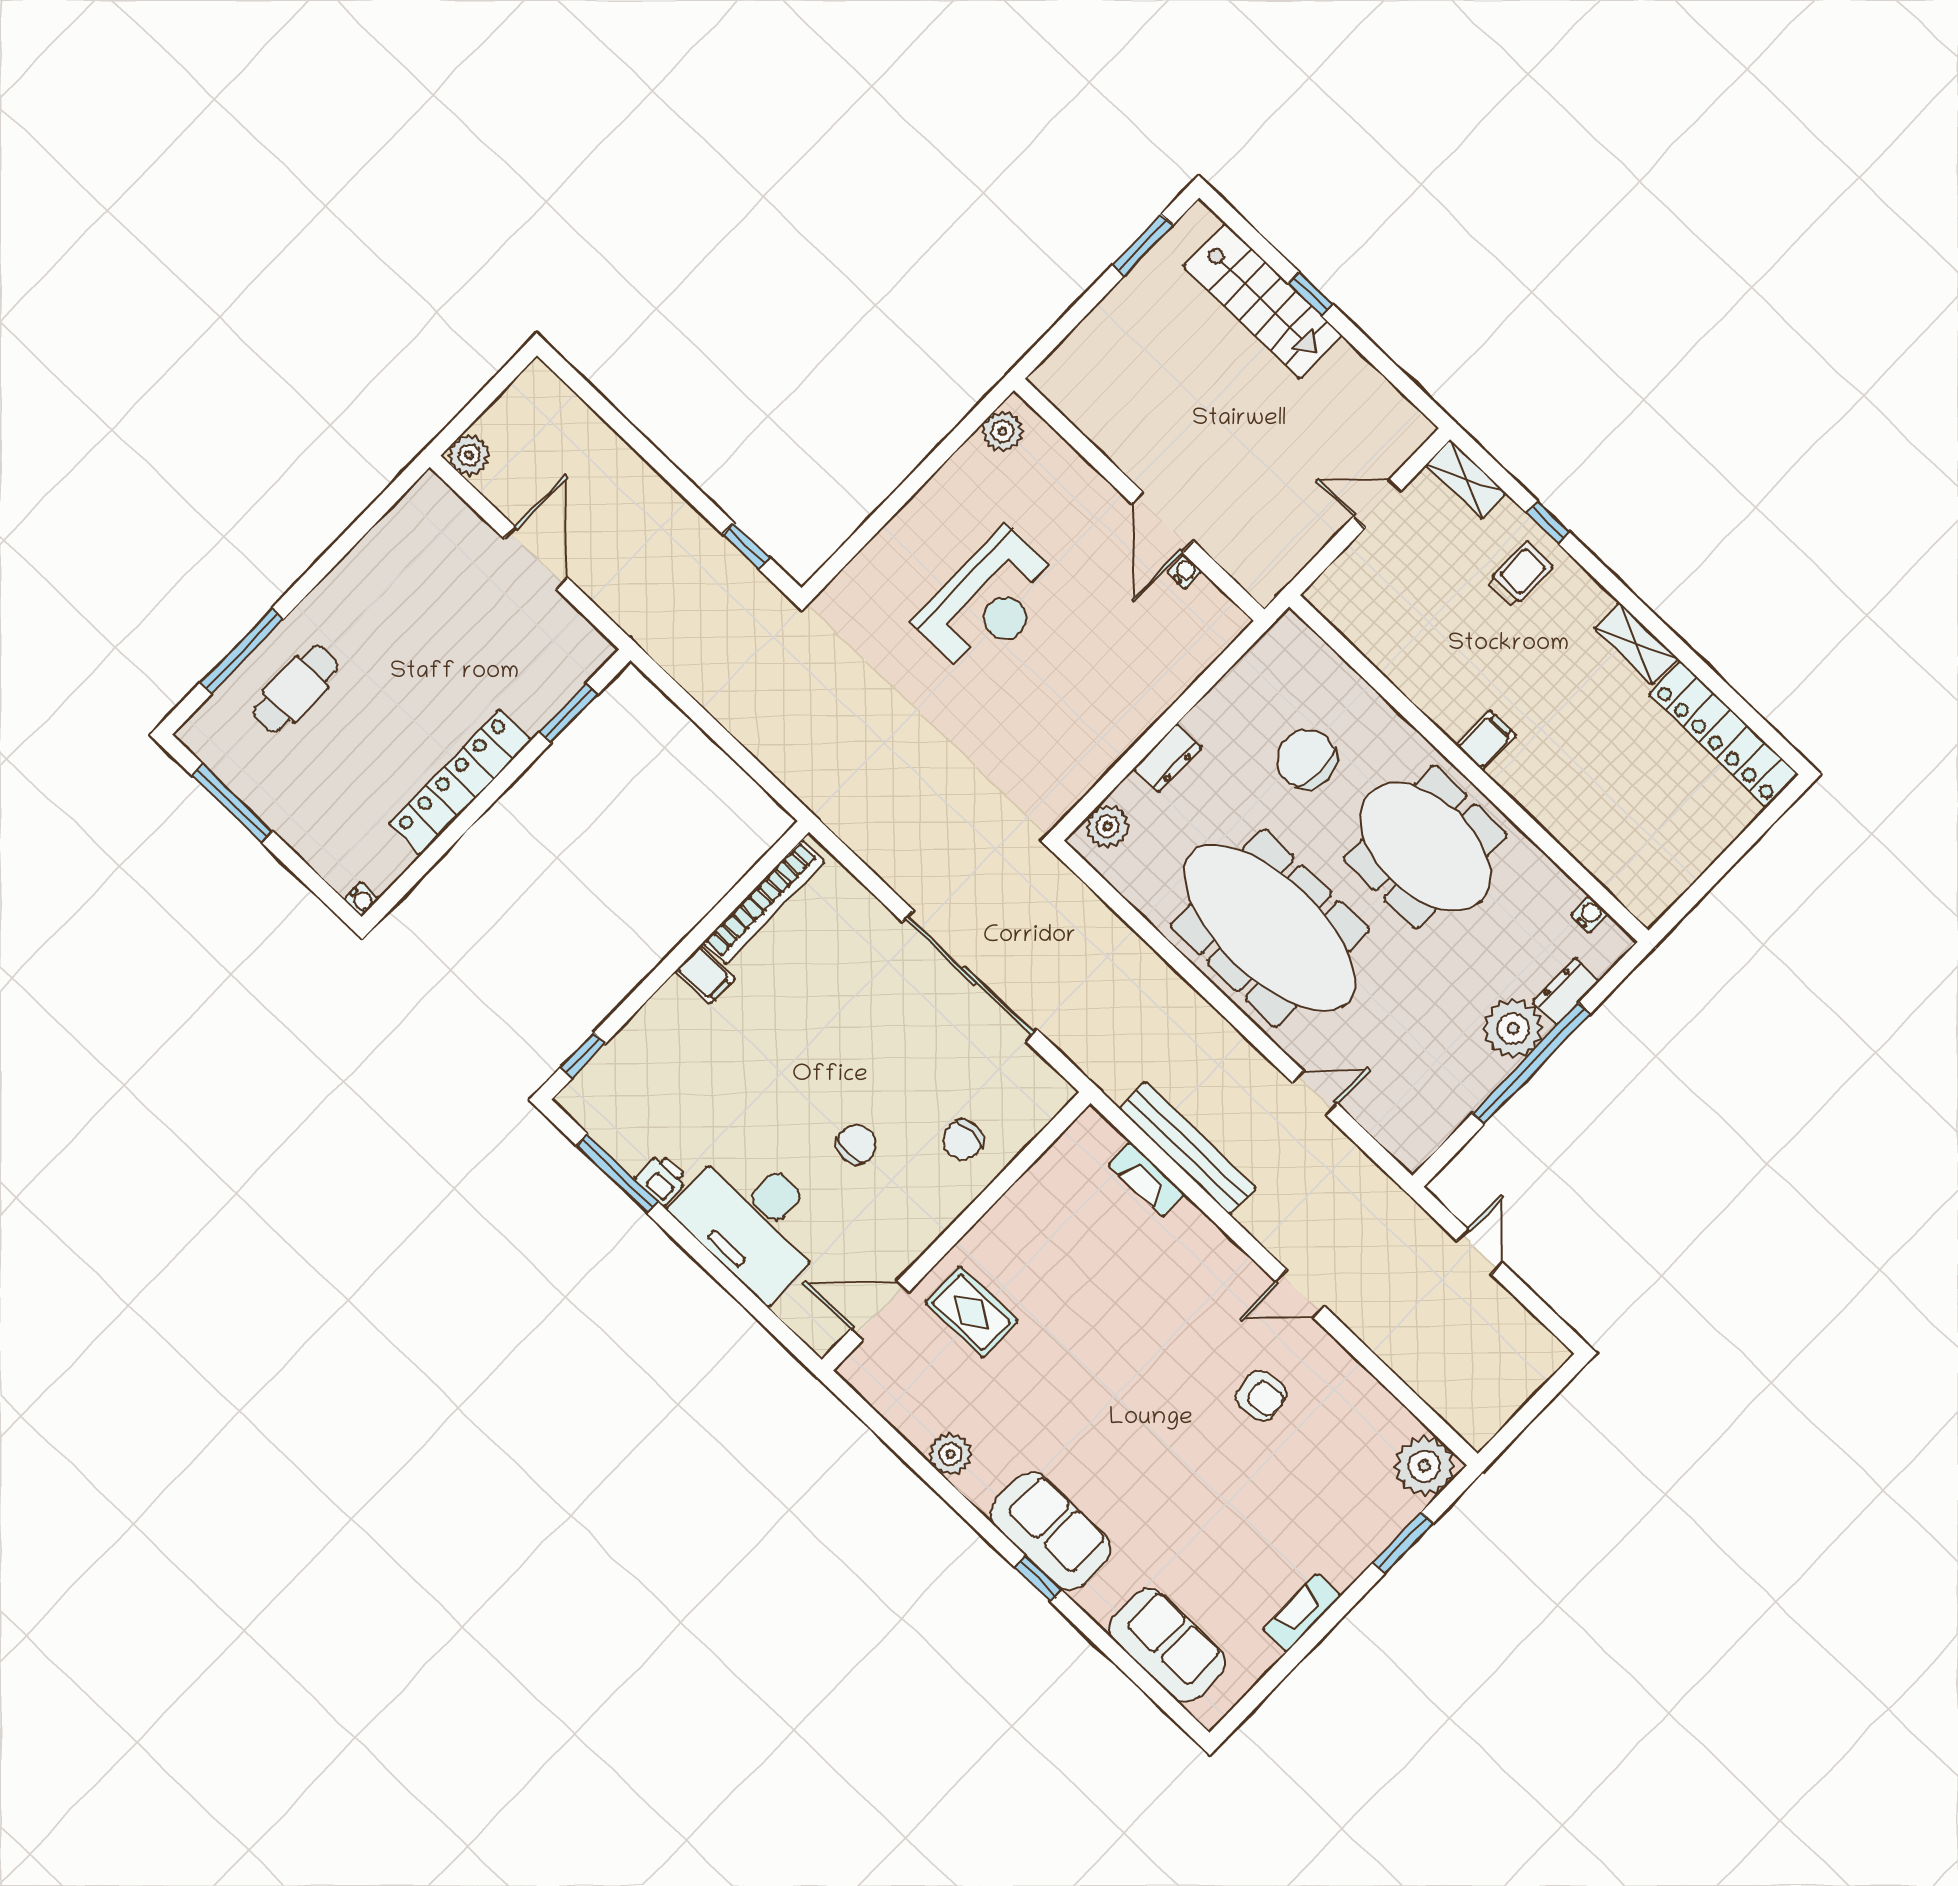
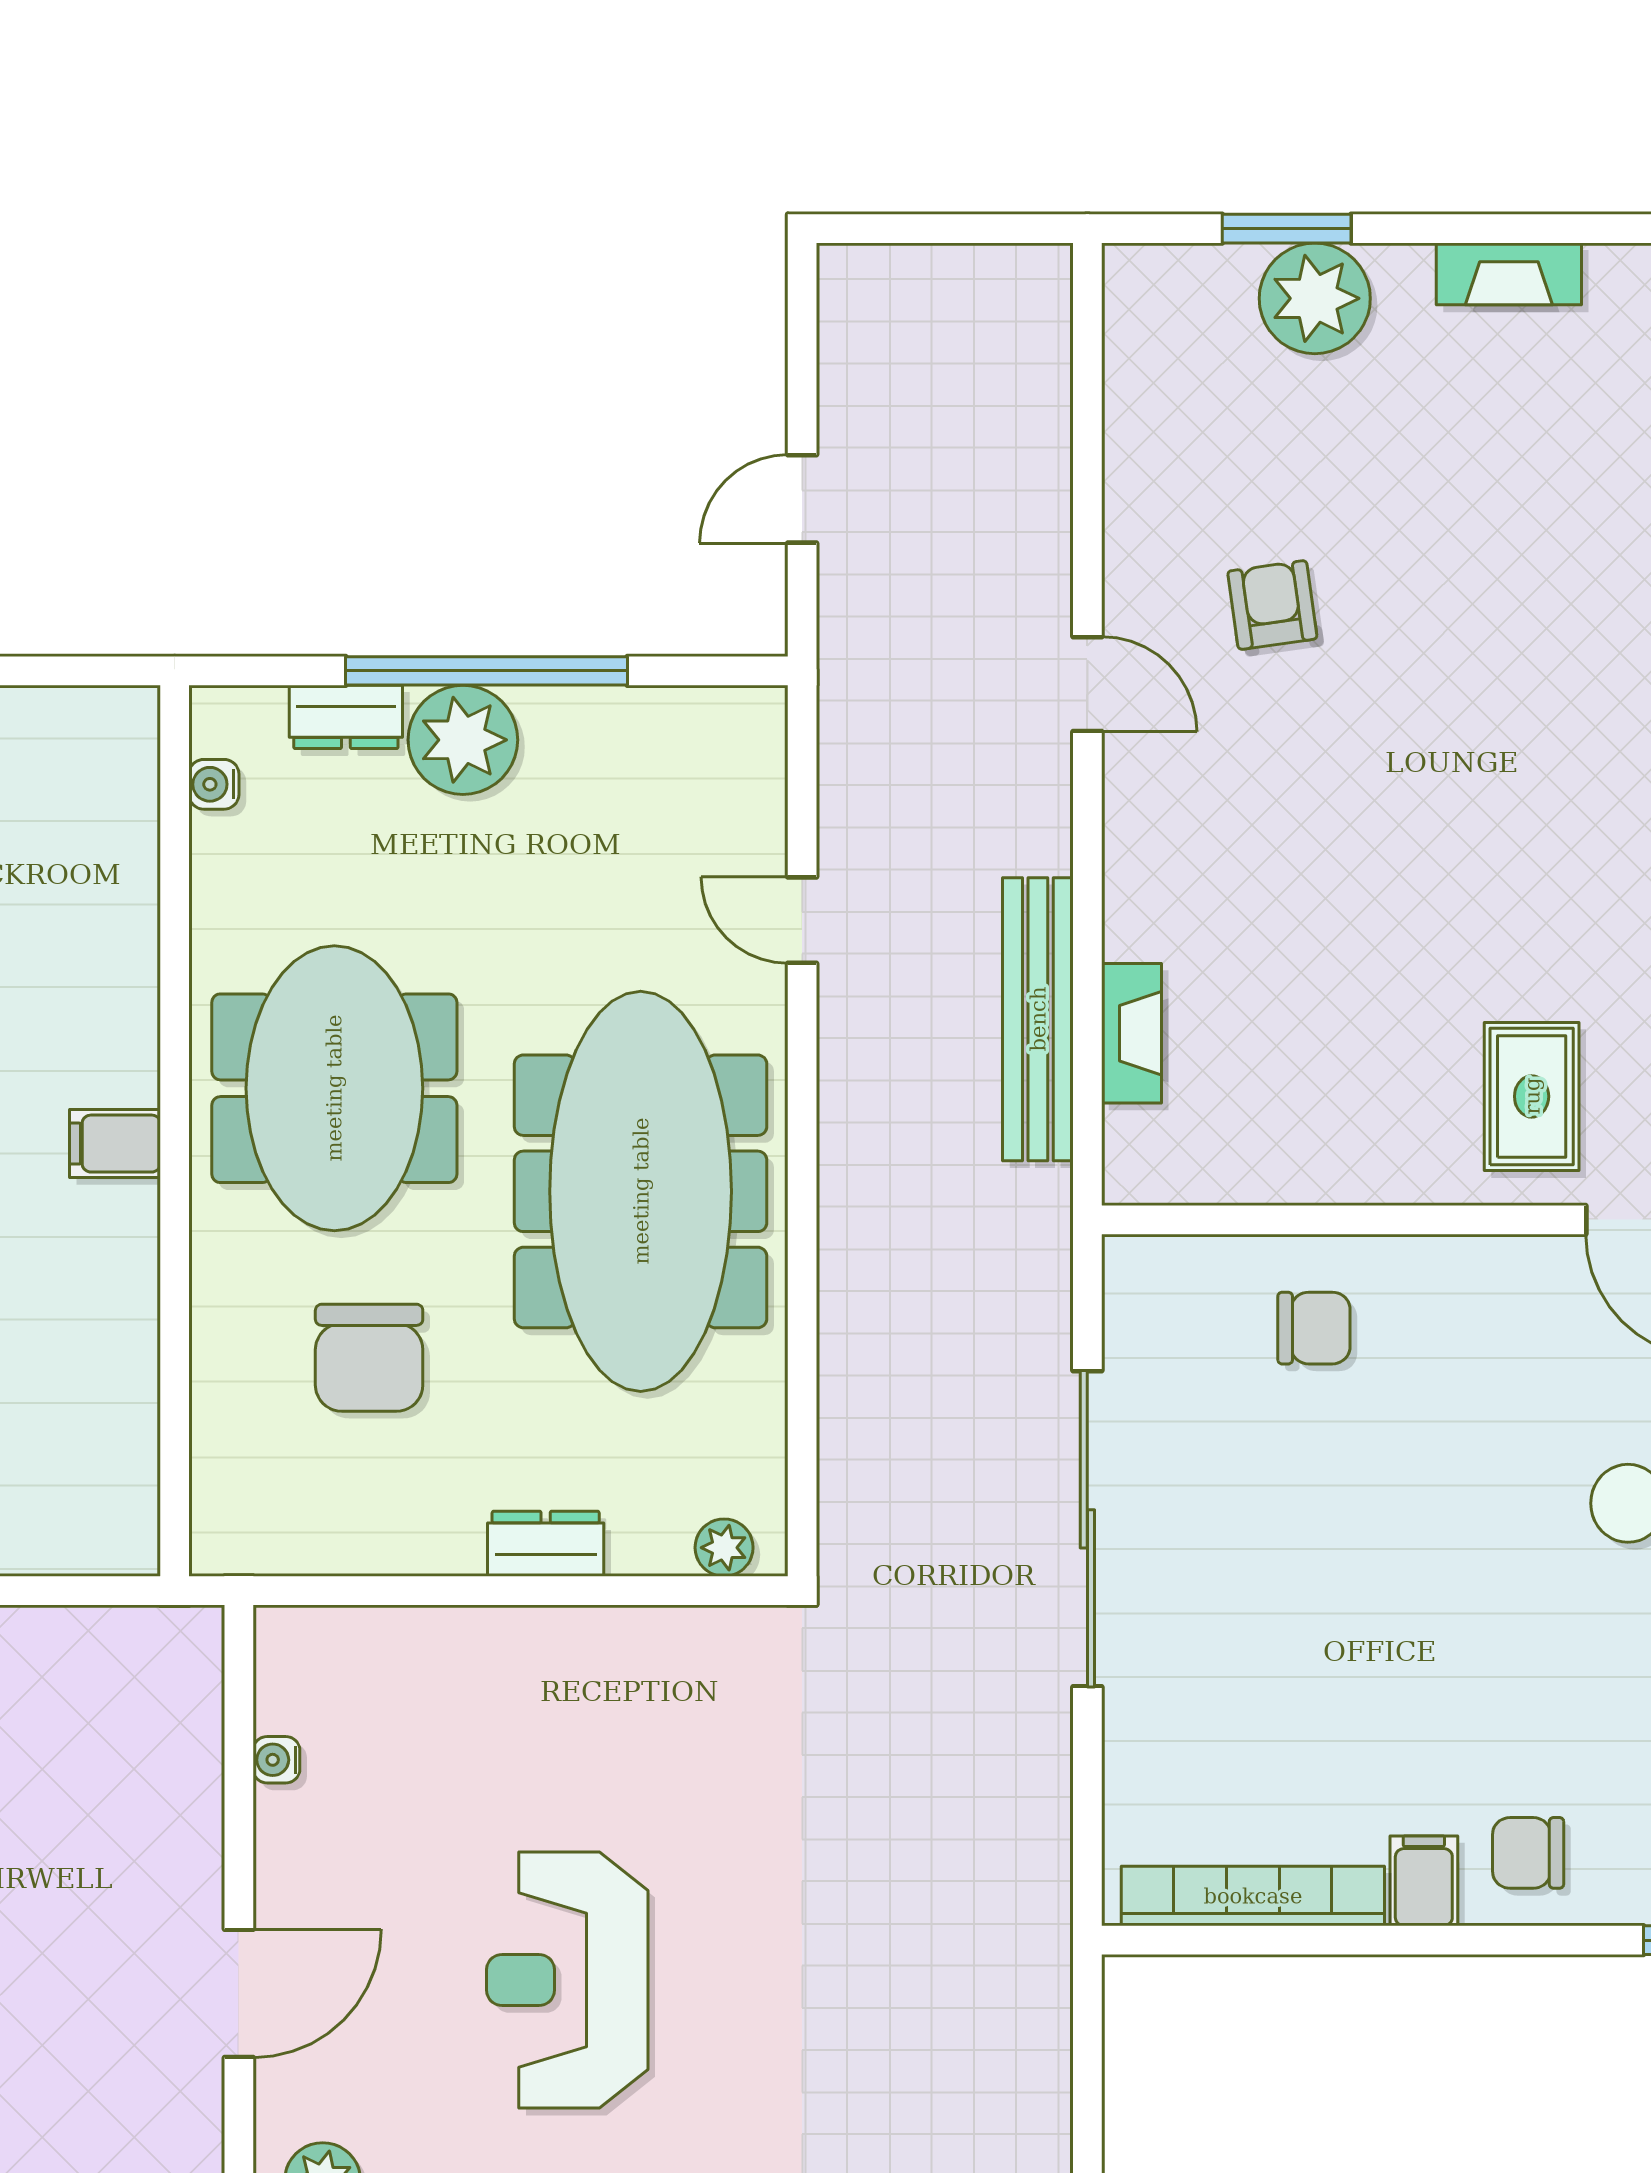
door: (1163, 522) -> (239, 1993), moved
reception desk: (989, 602) -> (567, 1980), turned -90
plant: (1107, 826) -> (724, 1548), width x0.73, depth x0.73
chair: (856, 1145) -> (1528, 1853), moved
plant: (1425, 1466) -> (1315, 298), moved

